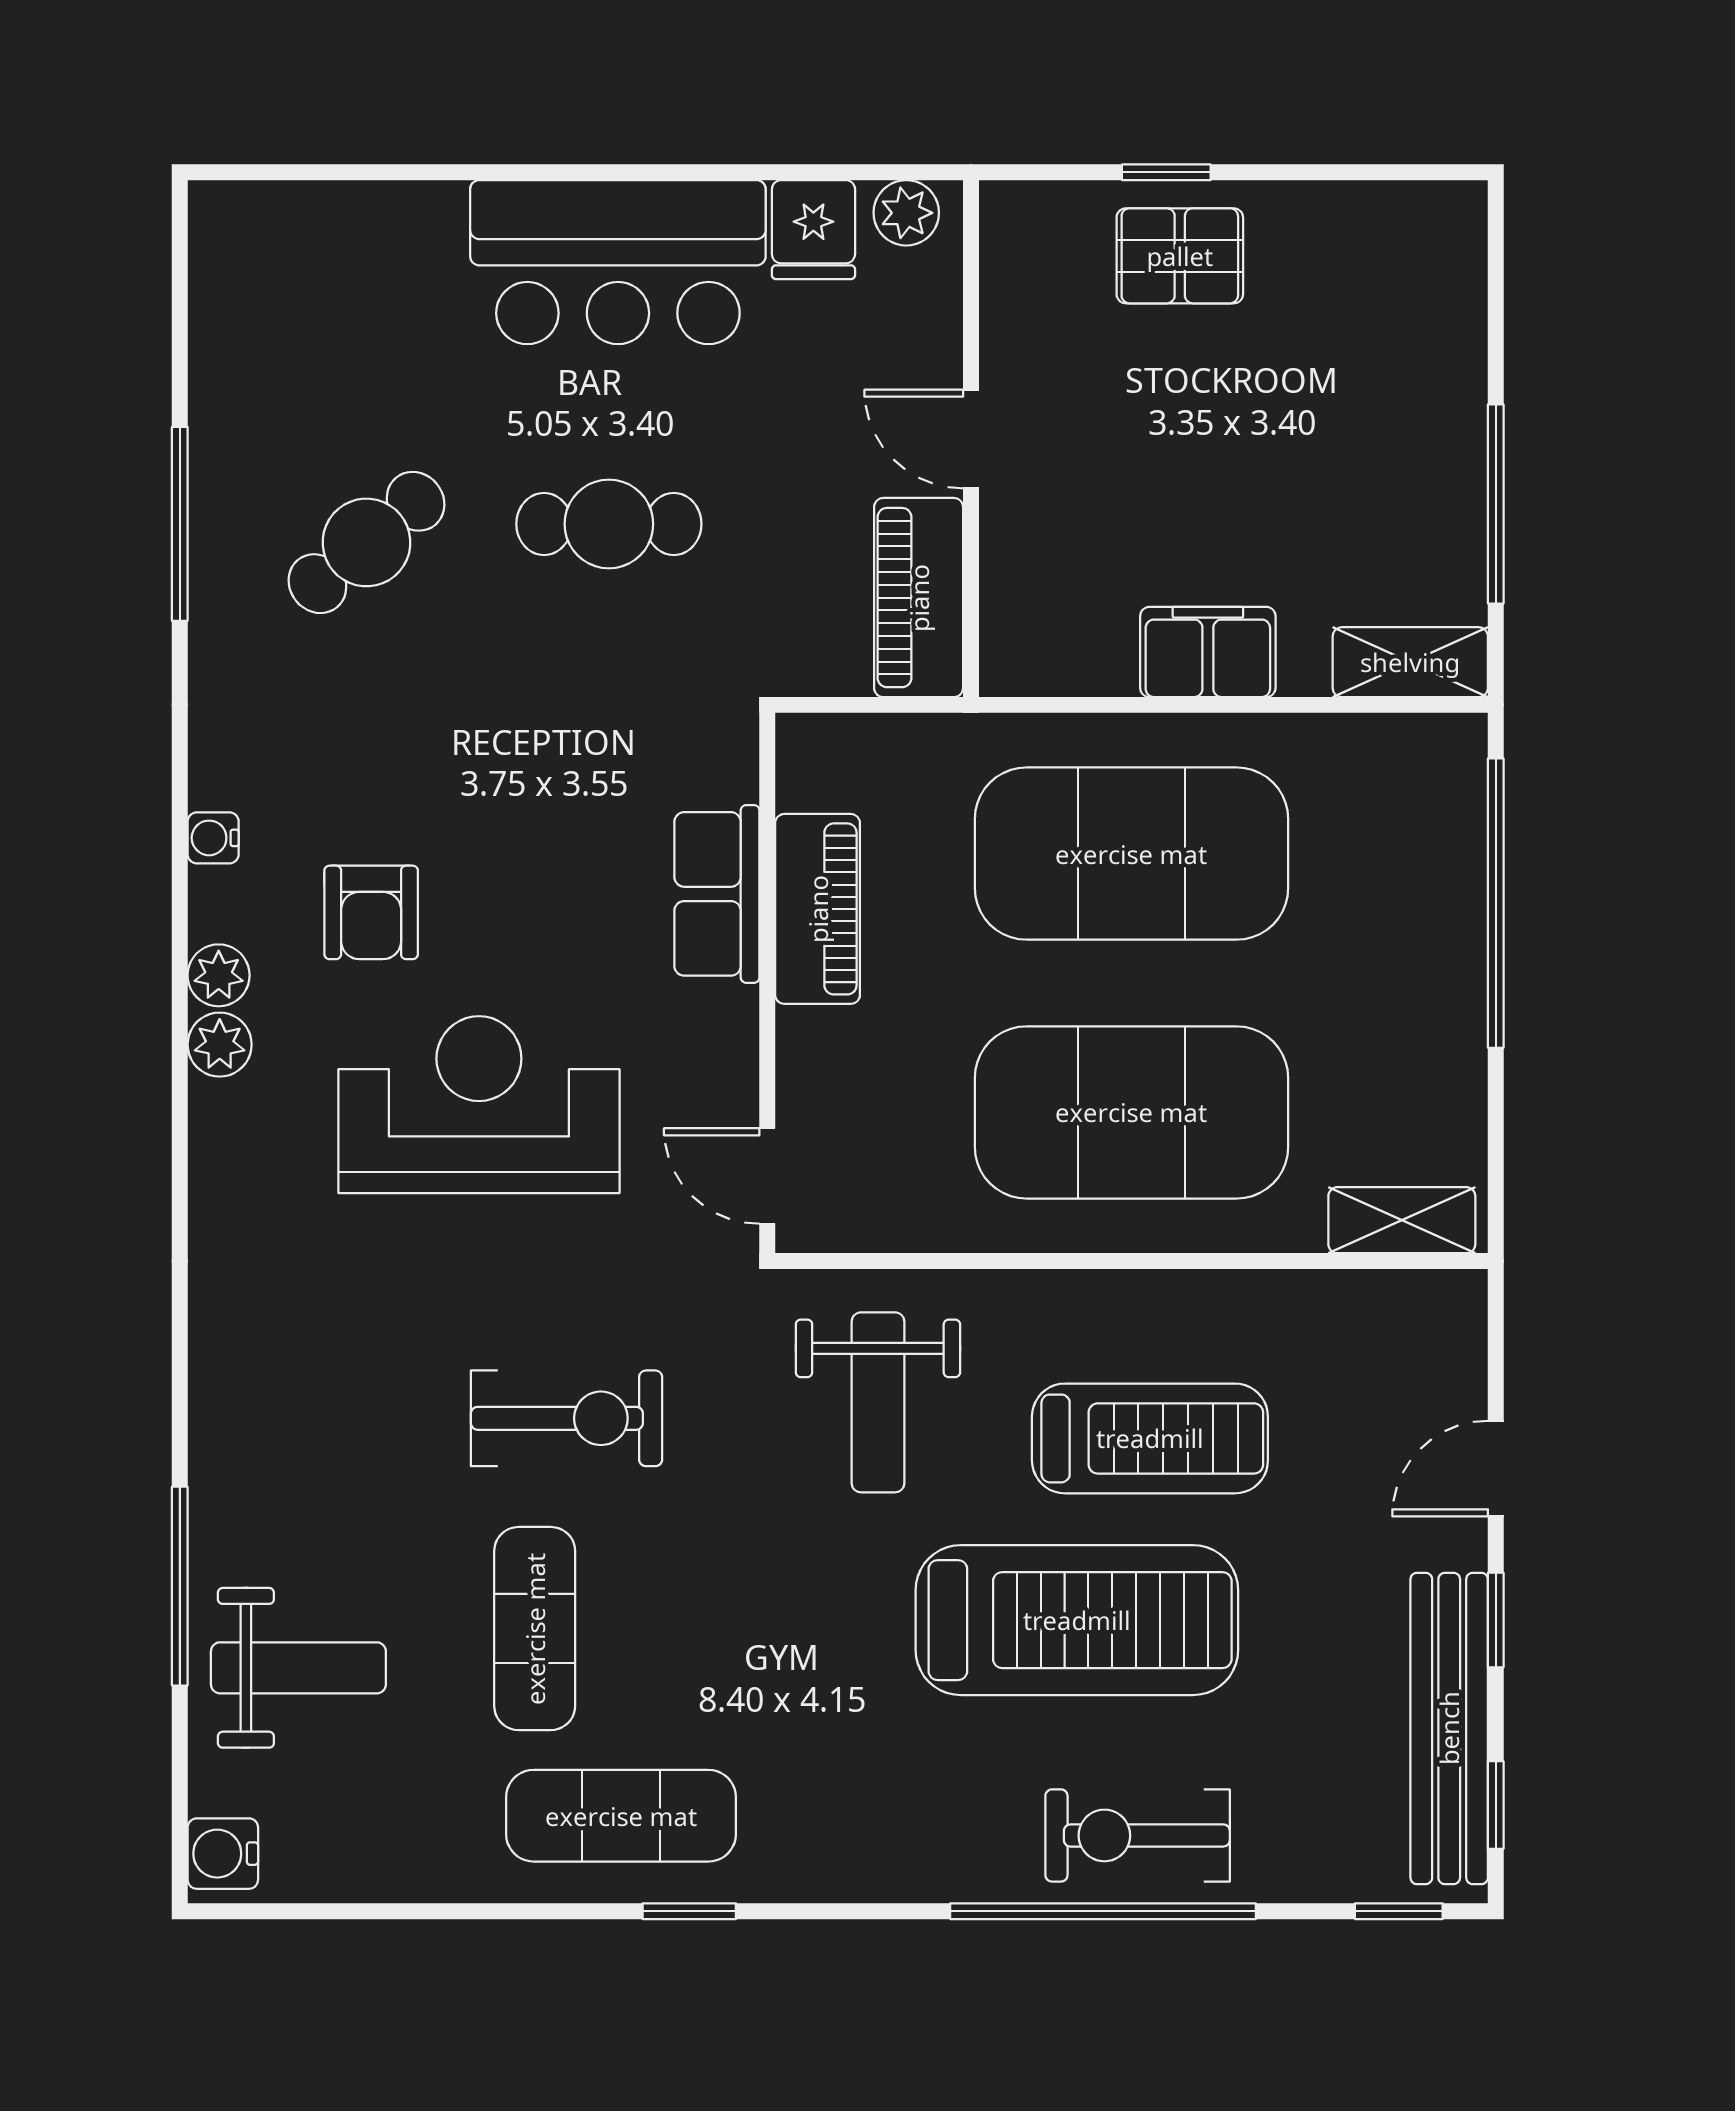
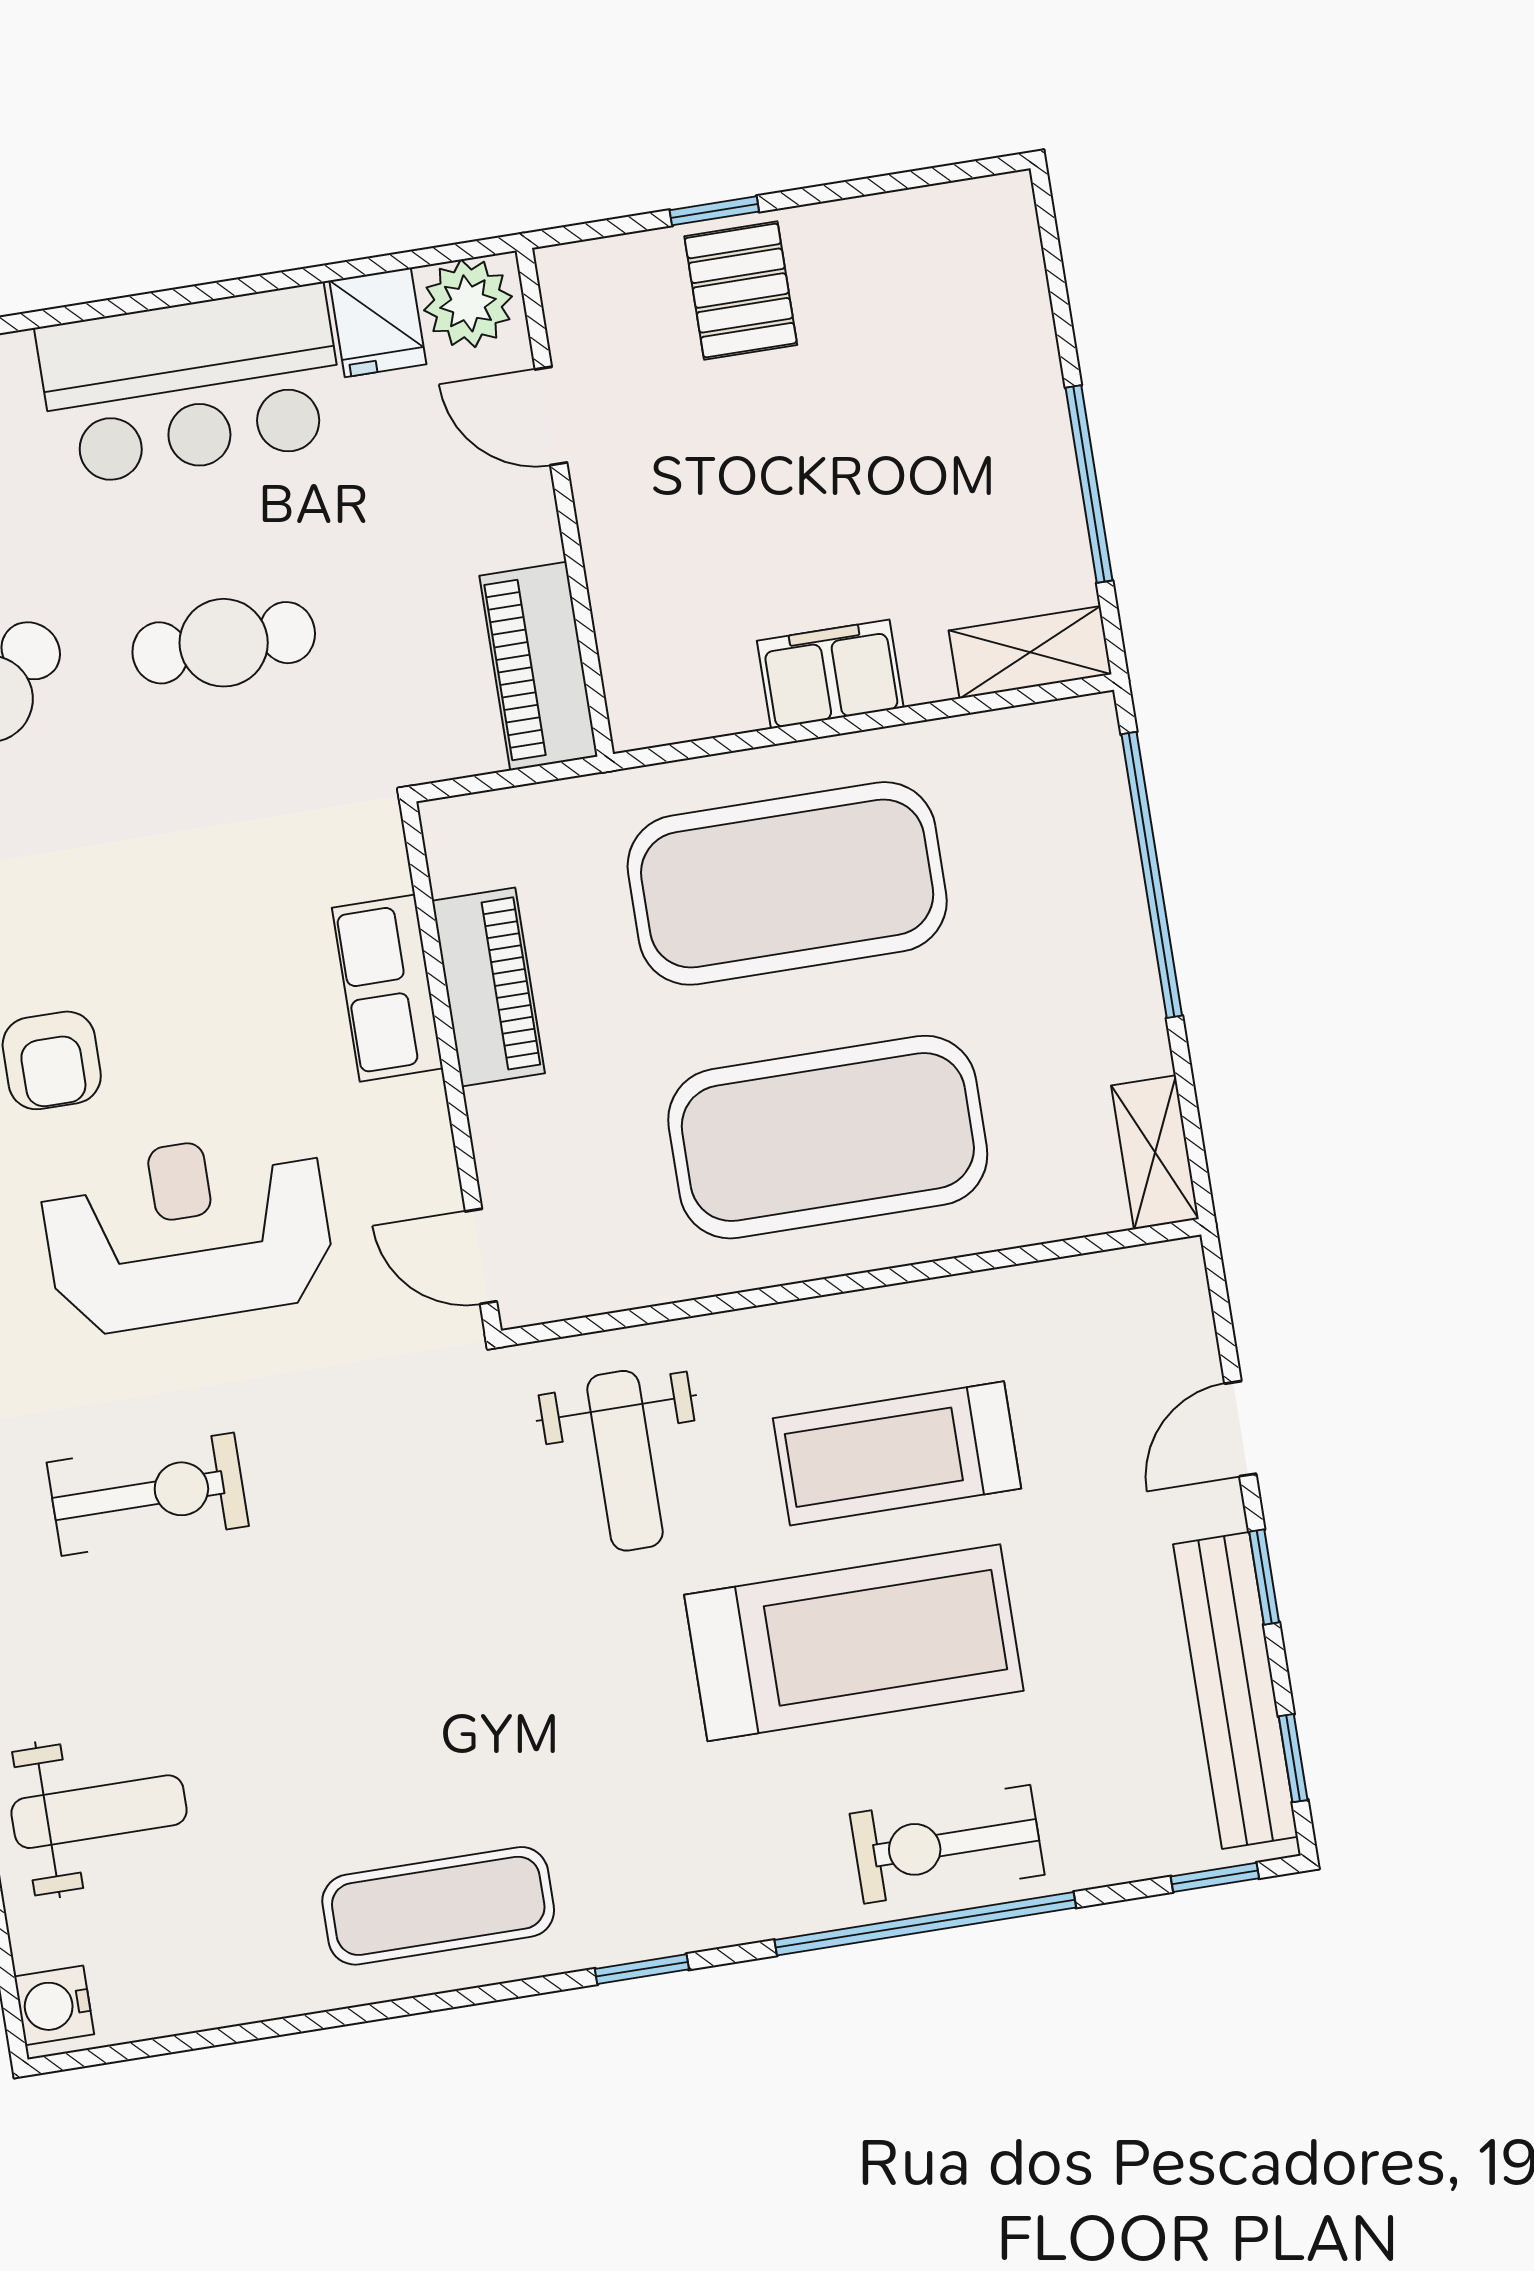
plant: (906, 213) -> (468, 303), width x1.38, depth x1.38
pallet: (1180, 256) -> (741, 291), turned 90
door: (971, 439) -> (551, 416), moved
shelving: (1402, 1220) -> (1155, 1152), moved, turned 90
exercise bike: (566, 1418) -> (148, 1494), moved
treadmill: (1150, 1438) -> (897, 1453), turned 180
exercise mat: (535, 1629) -> (324, 1736), removed
window: (689, 1911) -> (642, 1969), moved

